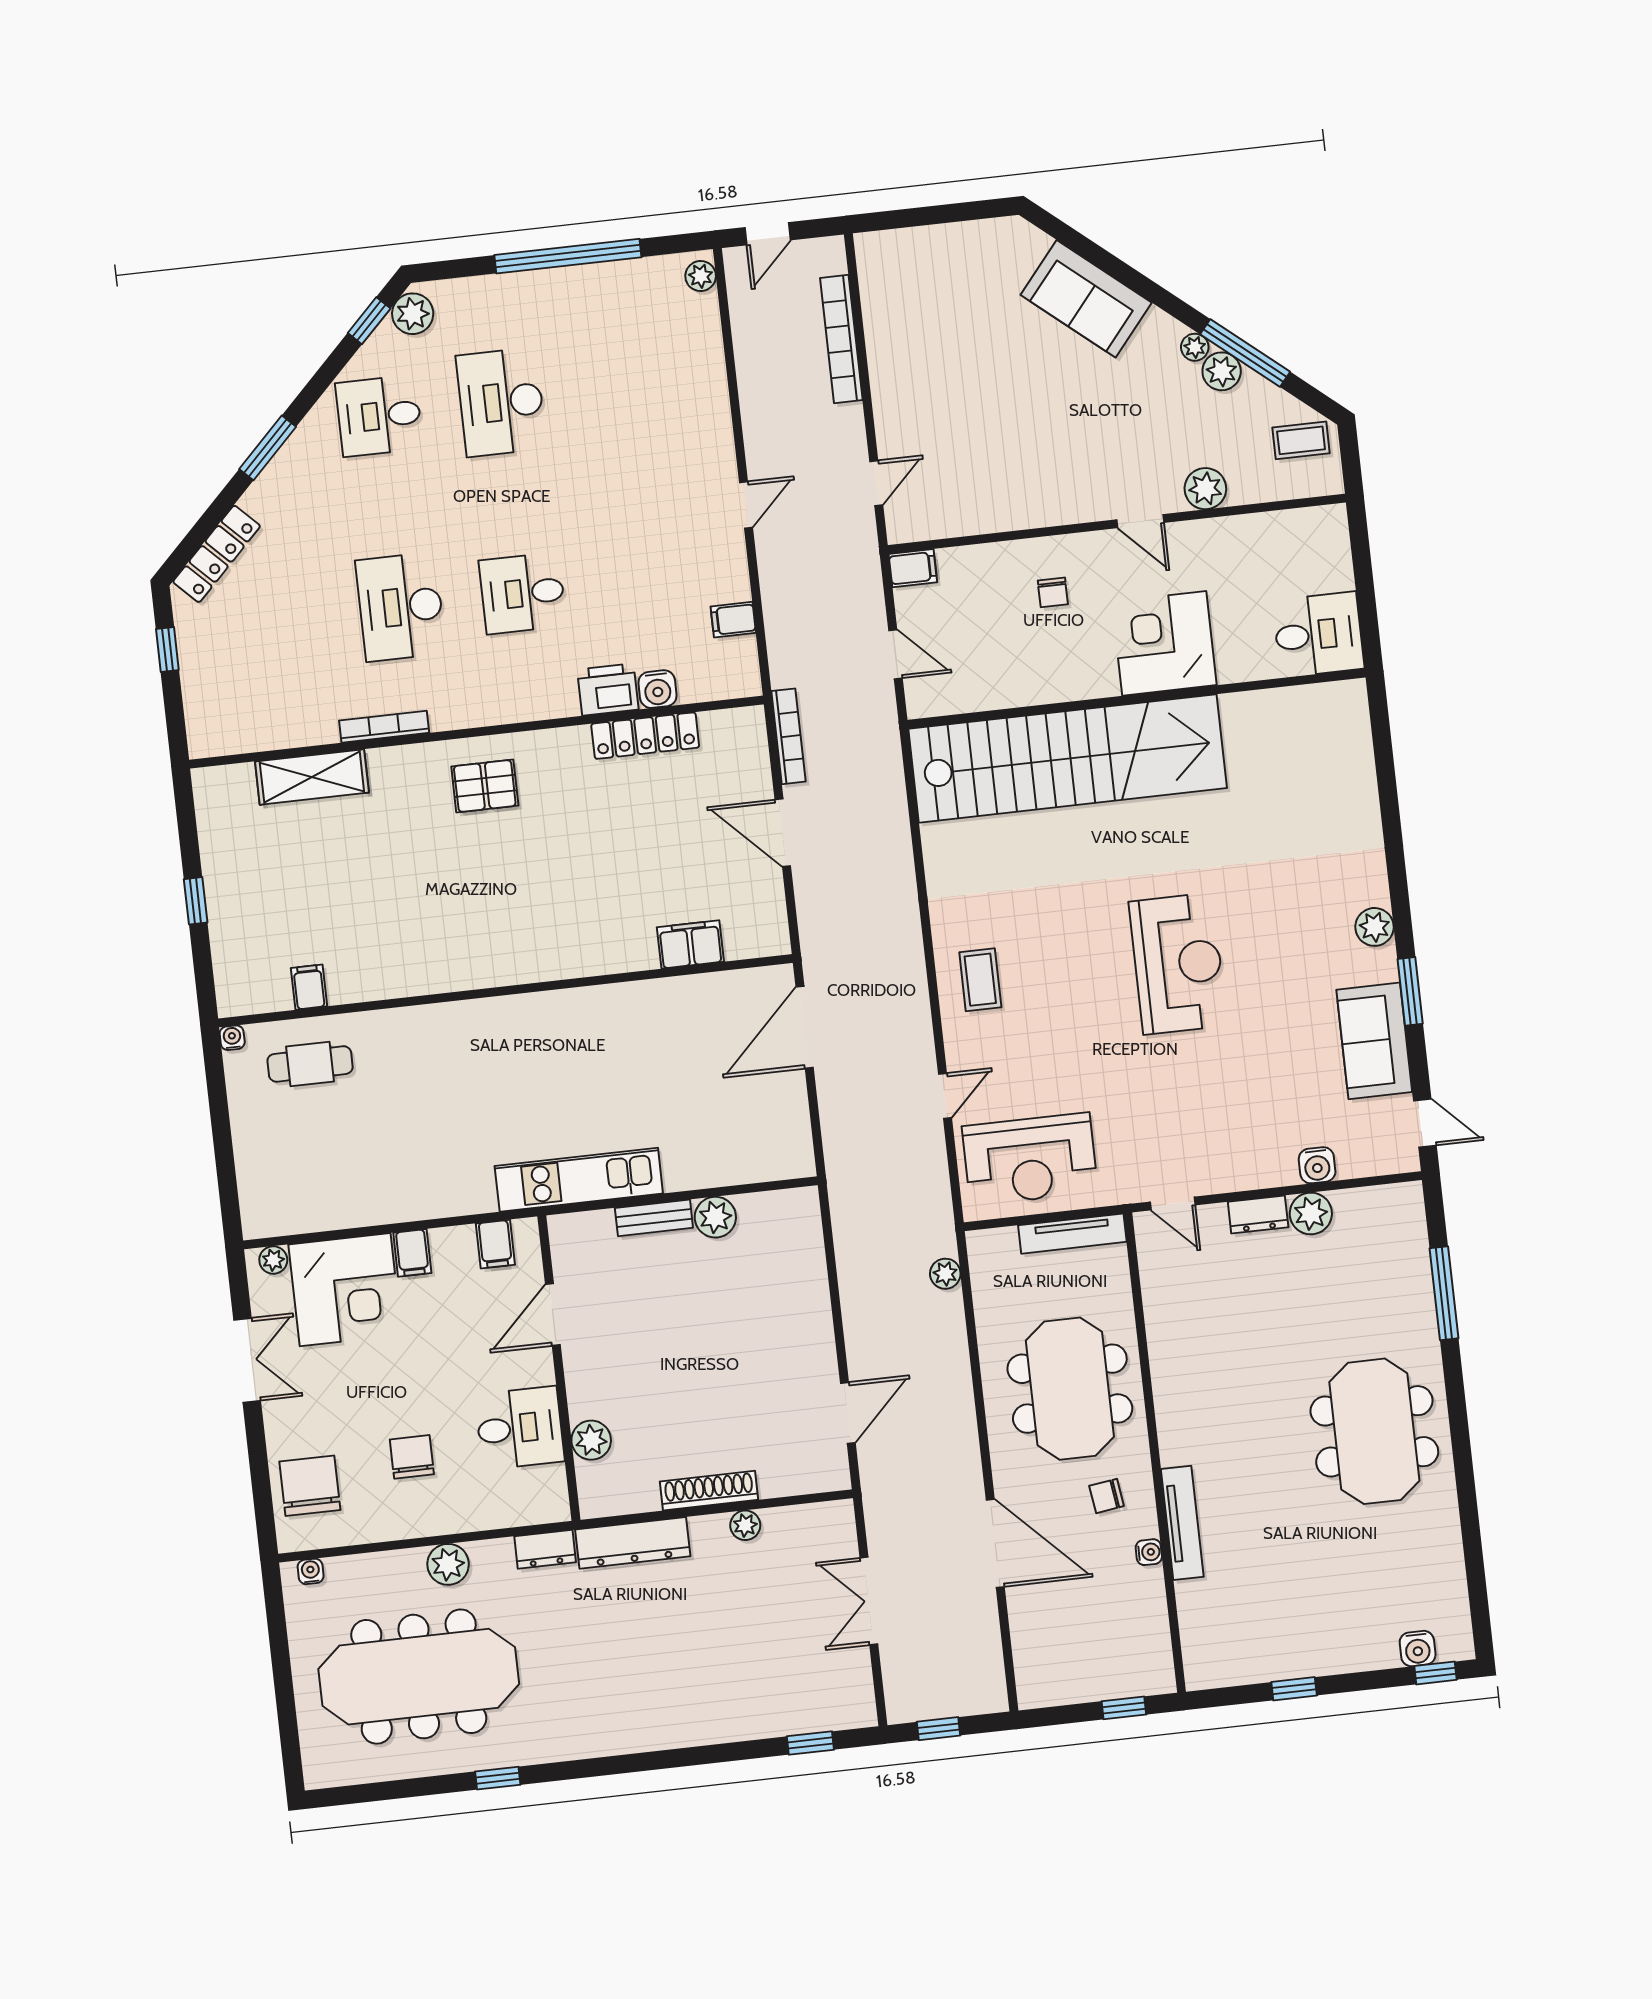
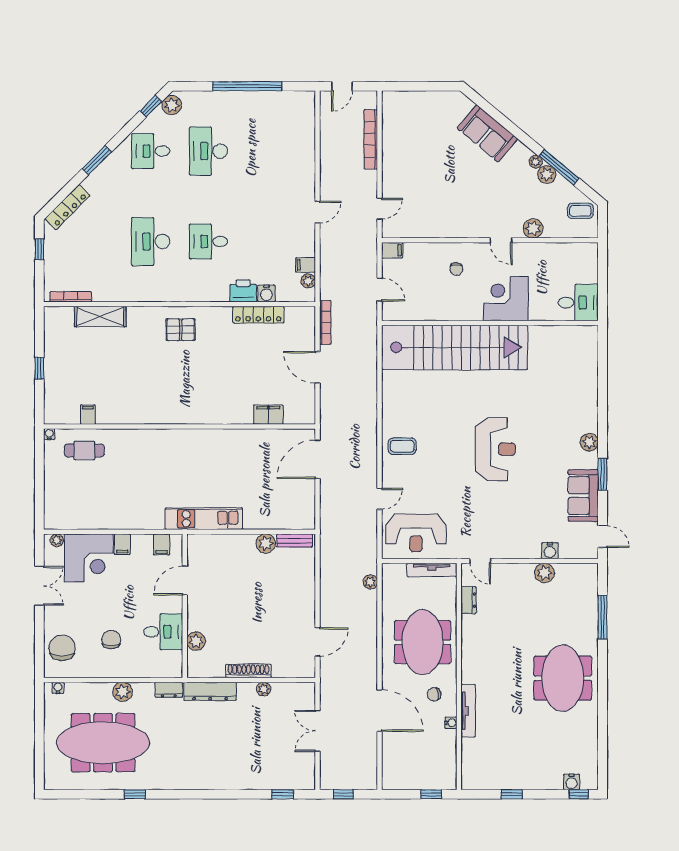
plant: (701, 276) -> (308, 281), moved
bookcase: (384, 727) -> (71, 297), moved
coffee table: (980, 980) -> (402, 446), turned 90
dresser: (1258, 1215) -> (469, 600), moved, turned -90
bench: (654, 1218) -> (295, 541), moved

